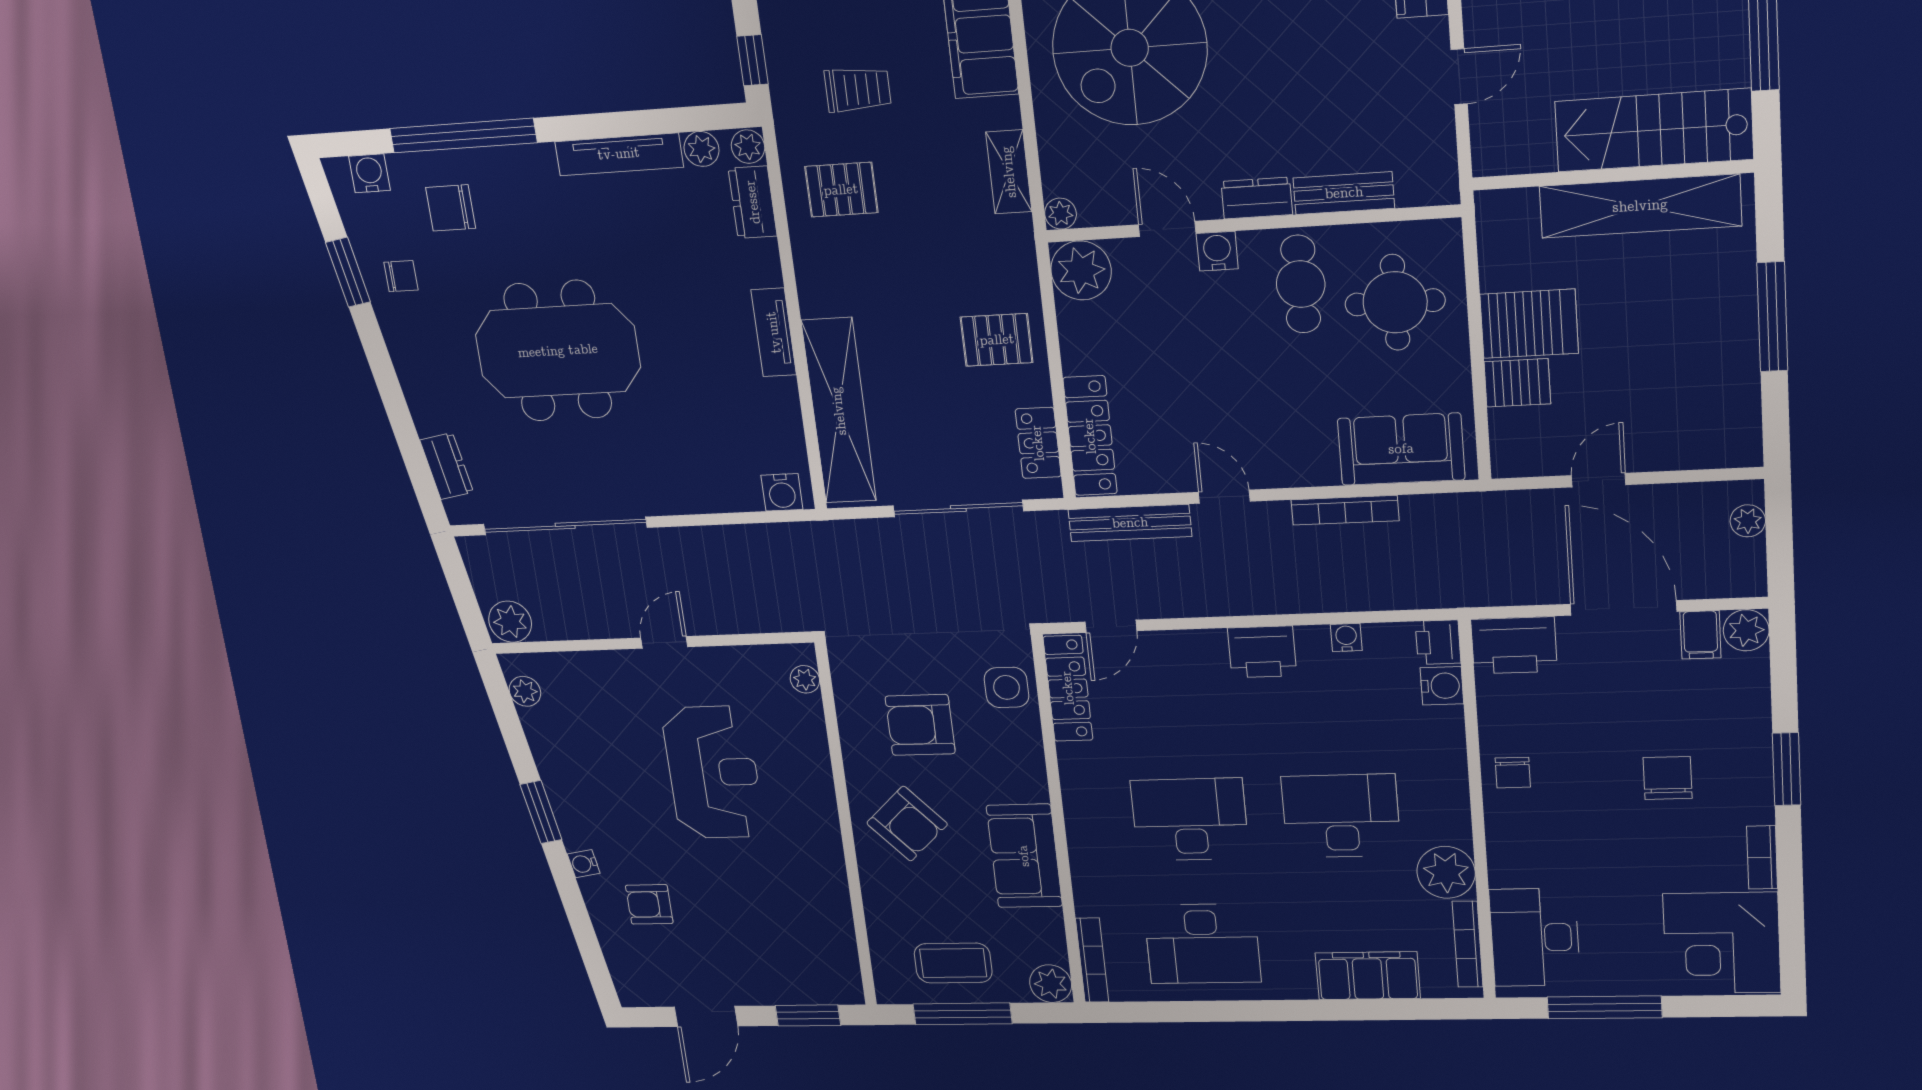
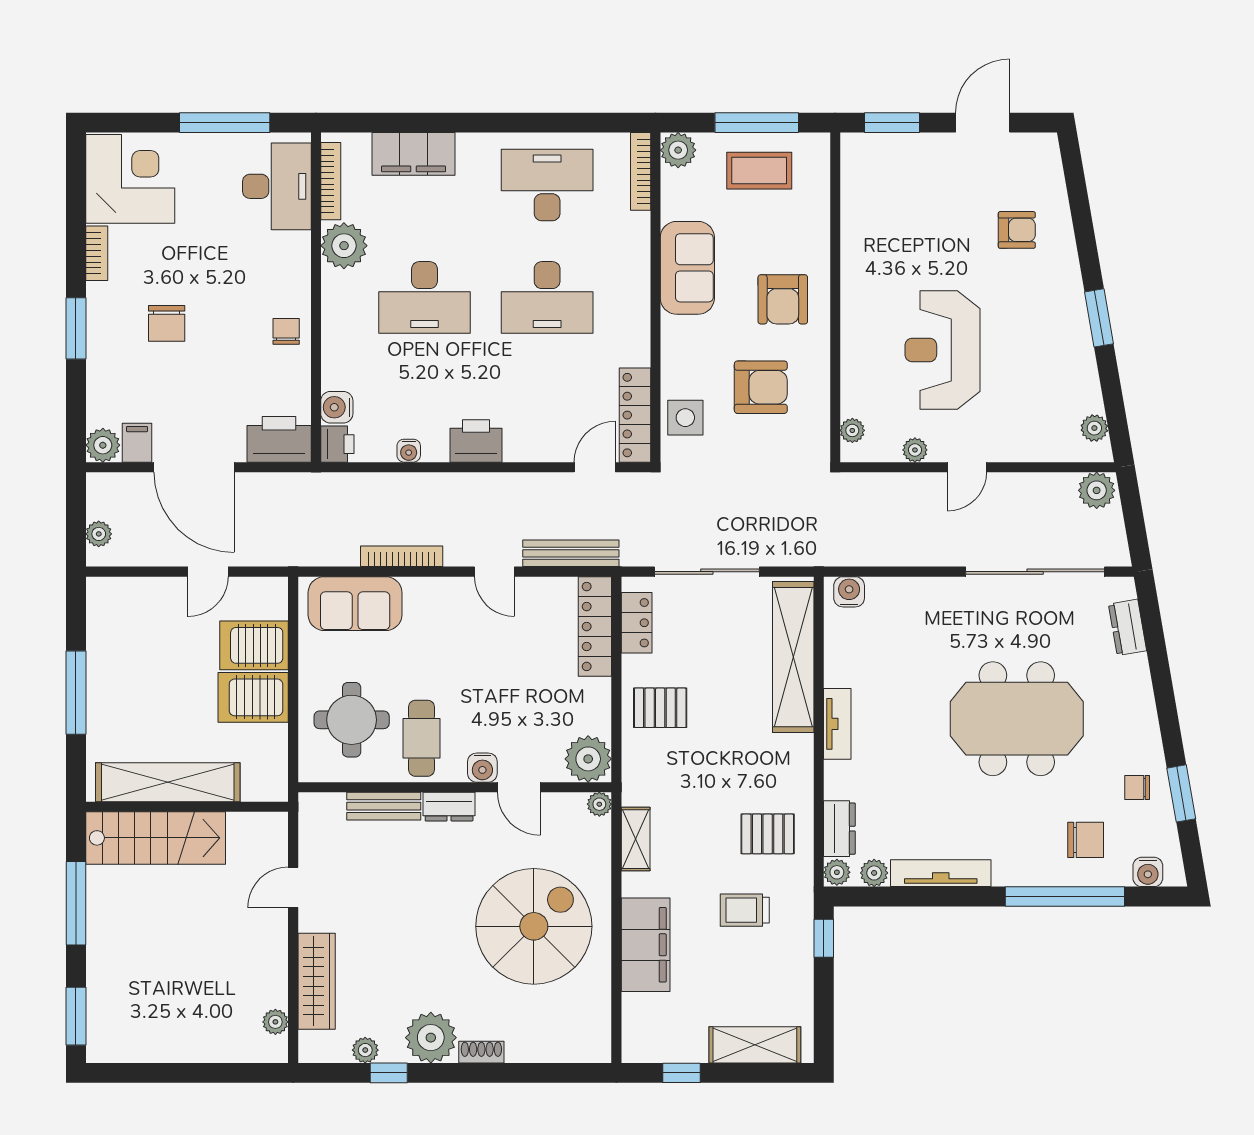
server rack: (1517, 383) -> (254, 645), width x1.36, depth x1.44
plant: (728, 660) -> (915, 450), added
armchair: (907, 824) -> (783, 299), turned -137
water cooler: (584, 864) -> (1069, 269), removed

